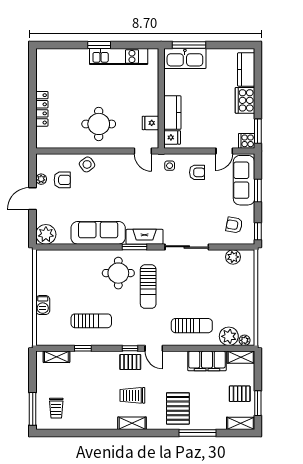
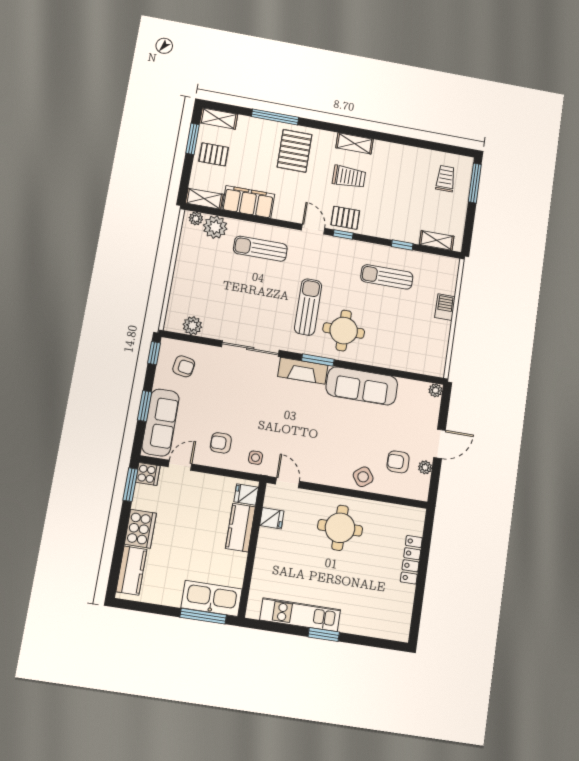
plant: (46, 234) -> (436, 390), width x0.53, depth x0.53

